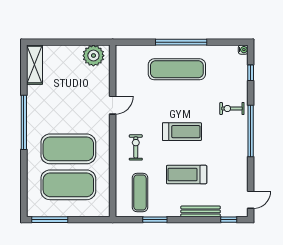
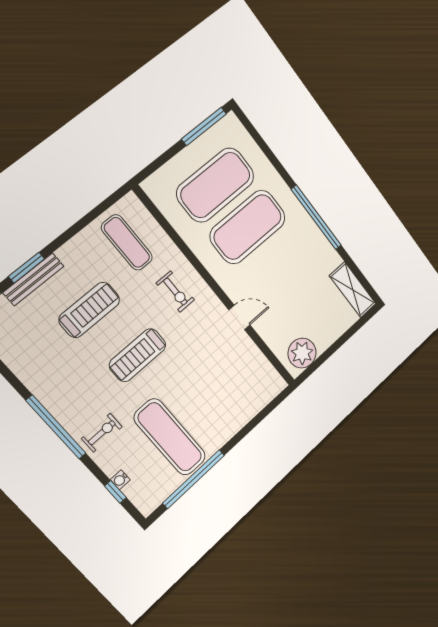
window: (181, 42) -> (194, 479), moved
water cooler: (243, 50) -> (120, 480), moved
exercise mat: (177, 69) -> (170, 437), moved, turned 90
door: (113, 105) -> (239, 317), swing flipped
window: (155, 220) -> (27, 268), moved

